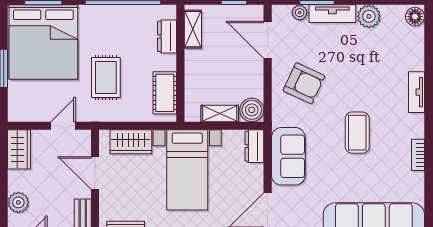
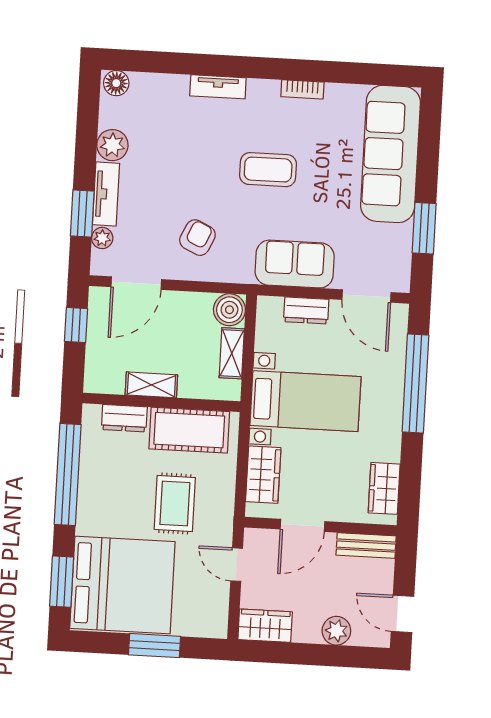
shelving: (193, 29) -> (151, 385), moved
rug: (106, 77) -> (175, 504), turned 90
armchair: (304, 83) -> (197, 238), width x0.72, depth x0.72
cot: (165, 93) -> (189, 430), width x1.37, depth x1.34
dresser: (254, 146) -> (306, 310), moved

